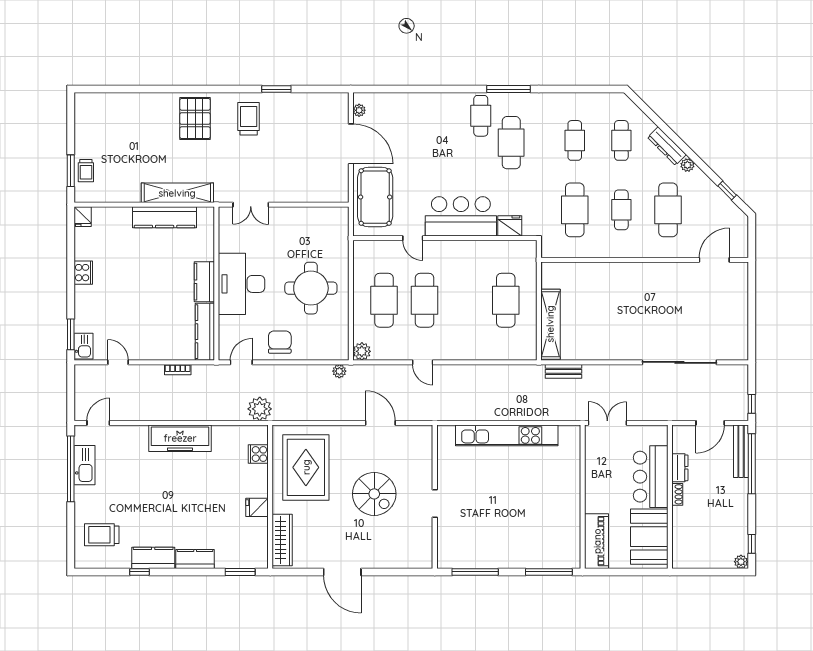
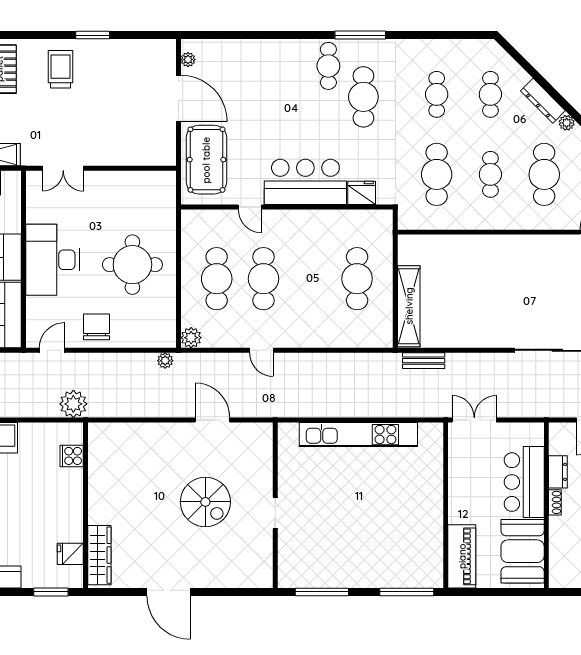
rug: (306, 467) -> (127, 471), removed
fridge: (257, 507) -> (70, 554), moved

